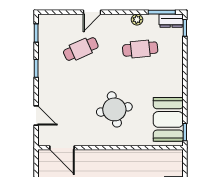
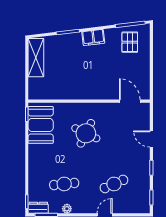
round table: (114, 109) -> (86, 133), turned 37
door: (36, 116) -> (151, 139), moved

